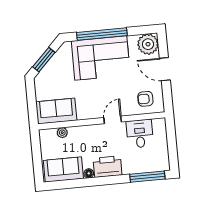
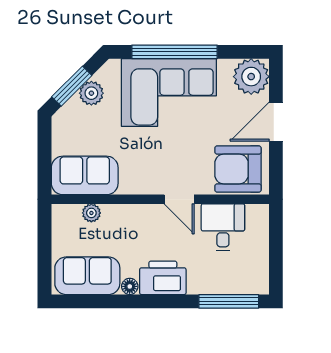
plant: (56, 63) -> (91, 93), added
door: (165, 69) -> (276, 122), hinge flipped
armchair: (145, 99) -> (238, 169), width x1.88, depth x1.88
door: (113, 120) -> (179, 199), swing flipped

